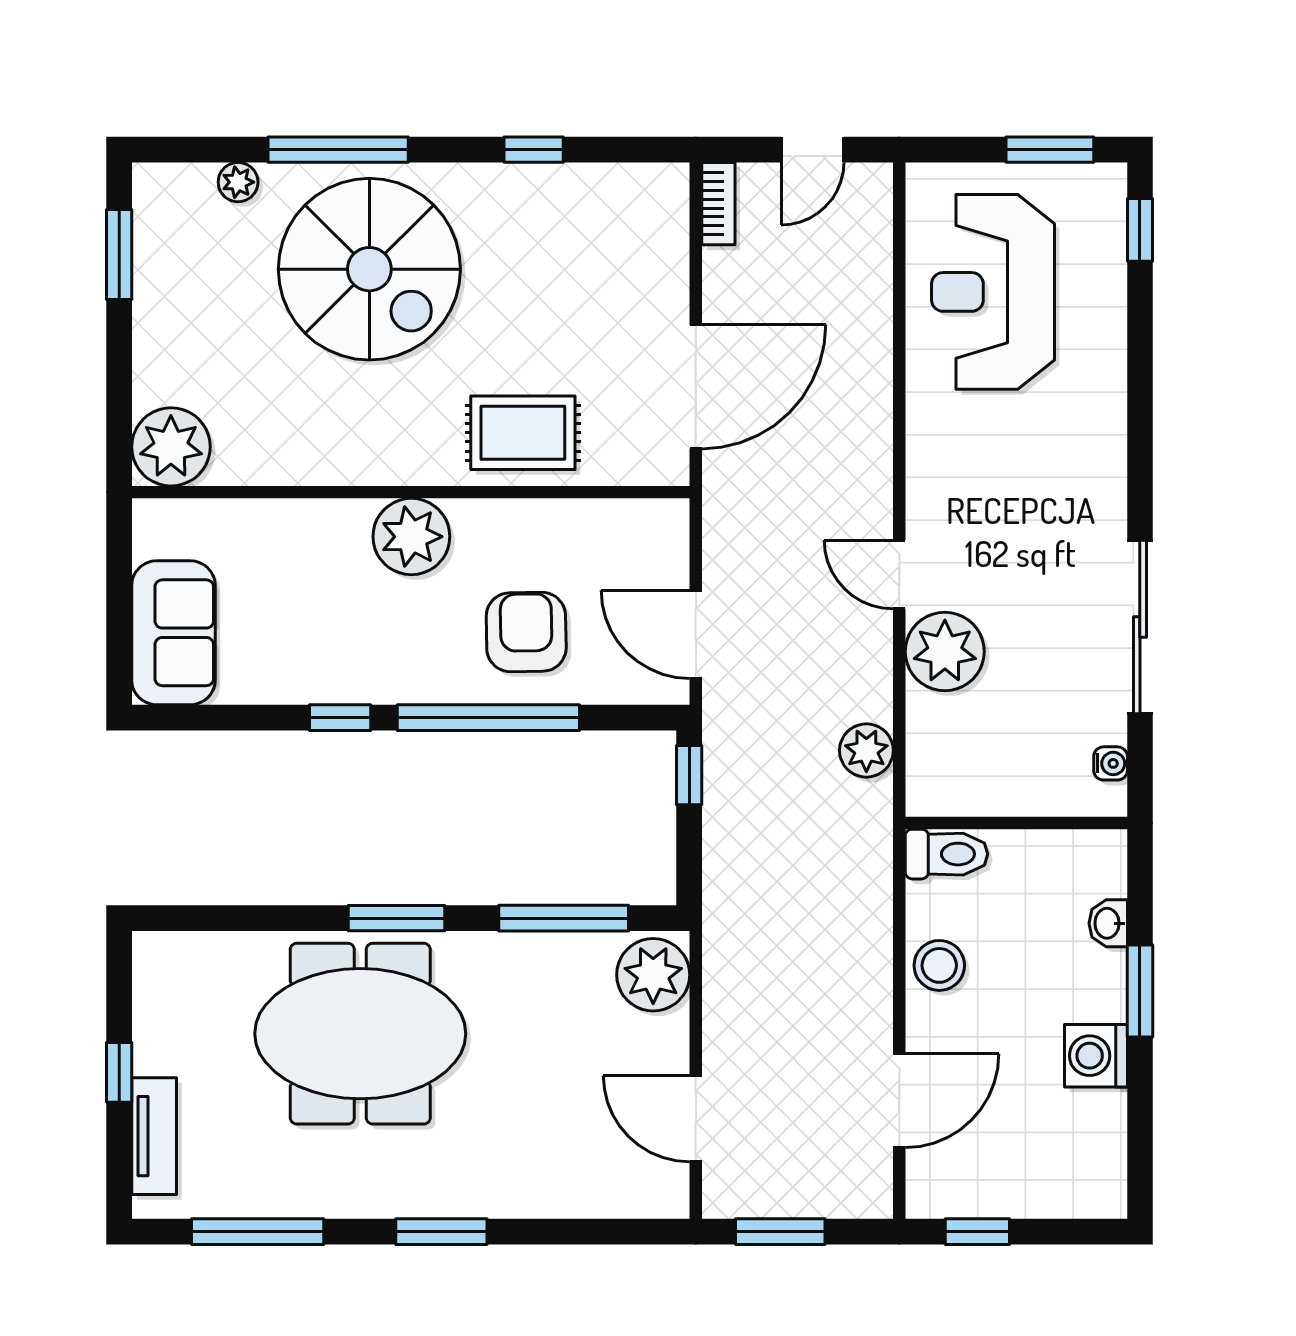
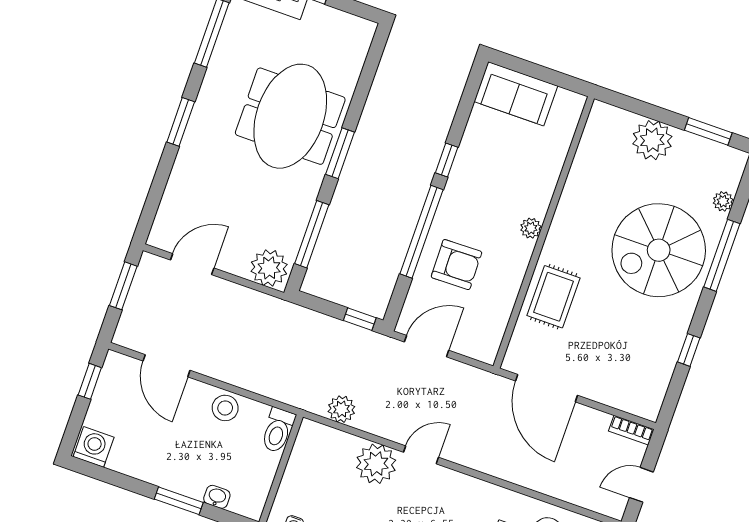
door: (812, 150) -> (641, 485), hinge flipped
plant: (171, 447) -> (652, 140), moved
plant: (411, 537) -> (531, 228), width x0.53, depth x0.53
washing machine: (1096, 1056) -> (94, 447), moved

